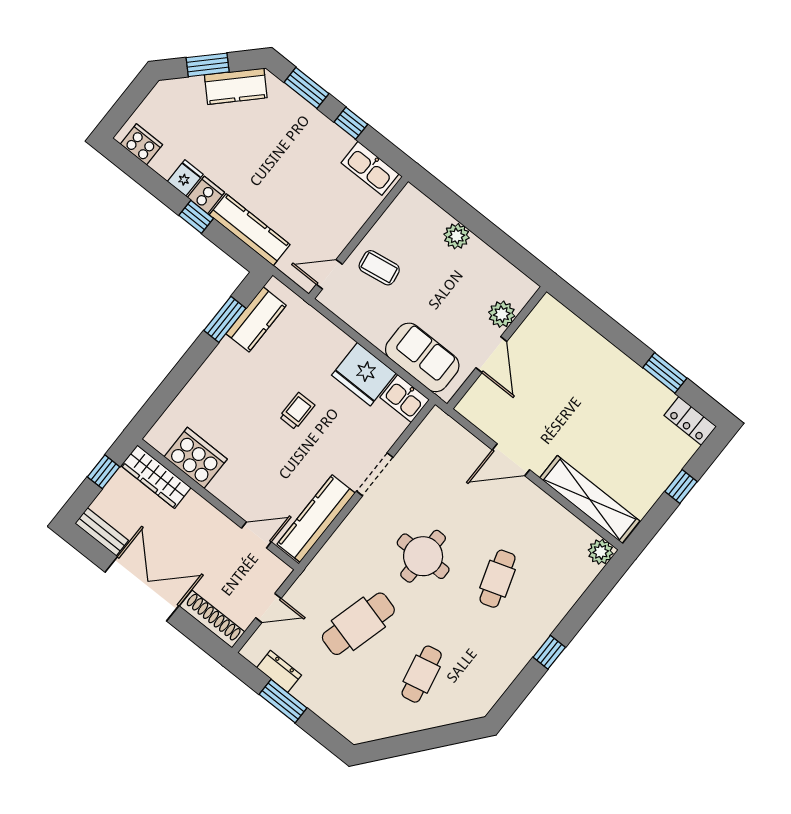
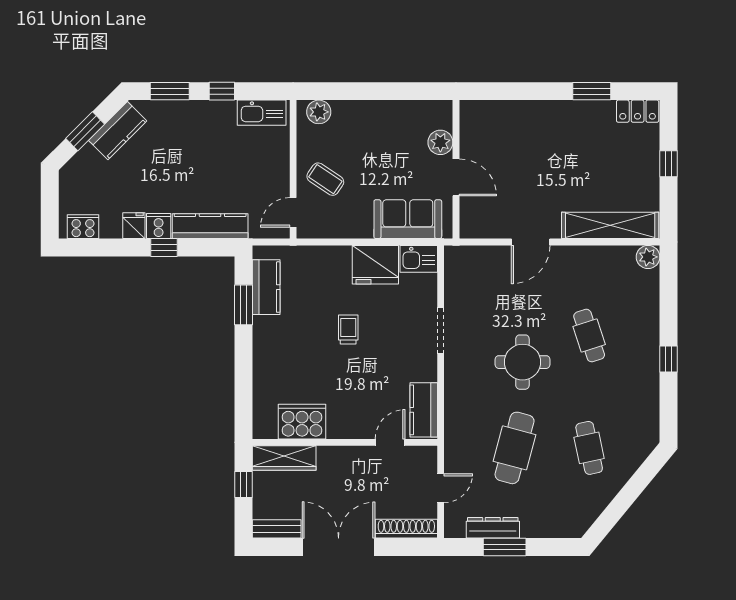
plant: (457, 236) -> (319, 112), moved
coffee table: (379, 268) -> (325, 179), turned 43
kitchen counter: (316, 519) -> (424, 410), width x0.67
dresser: (279, 671) -> (493, 528), width x1.44

